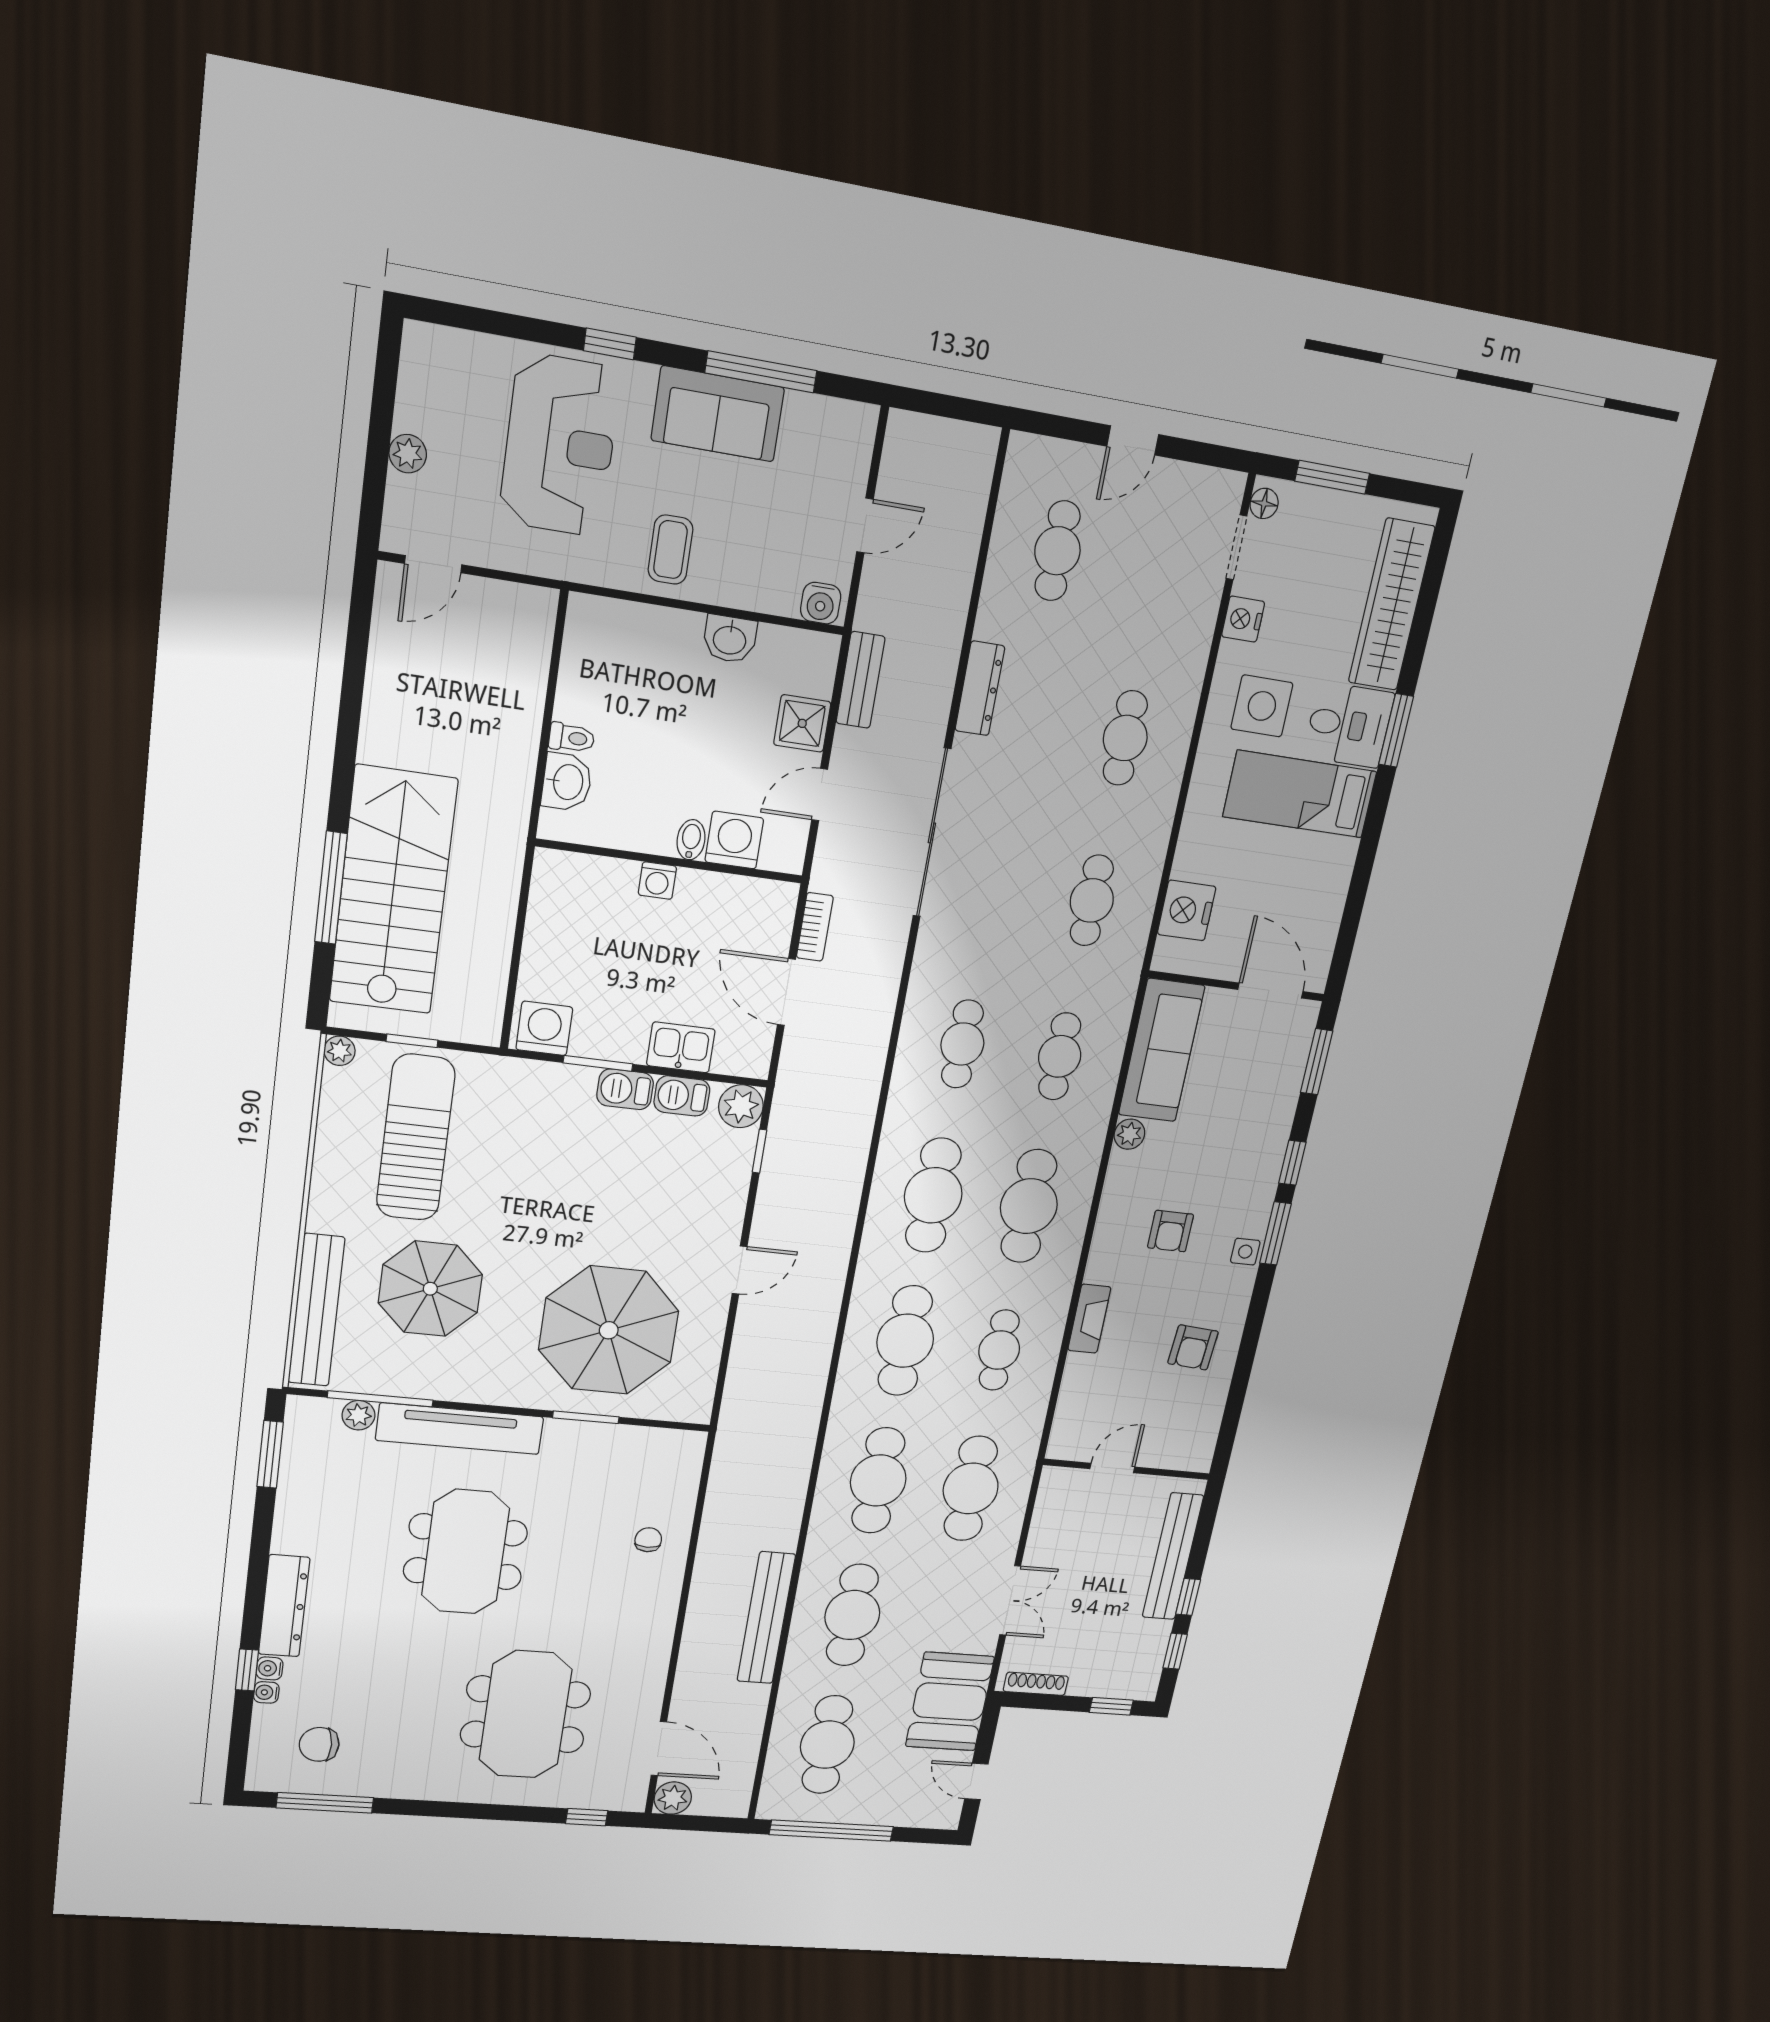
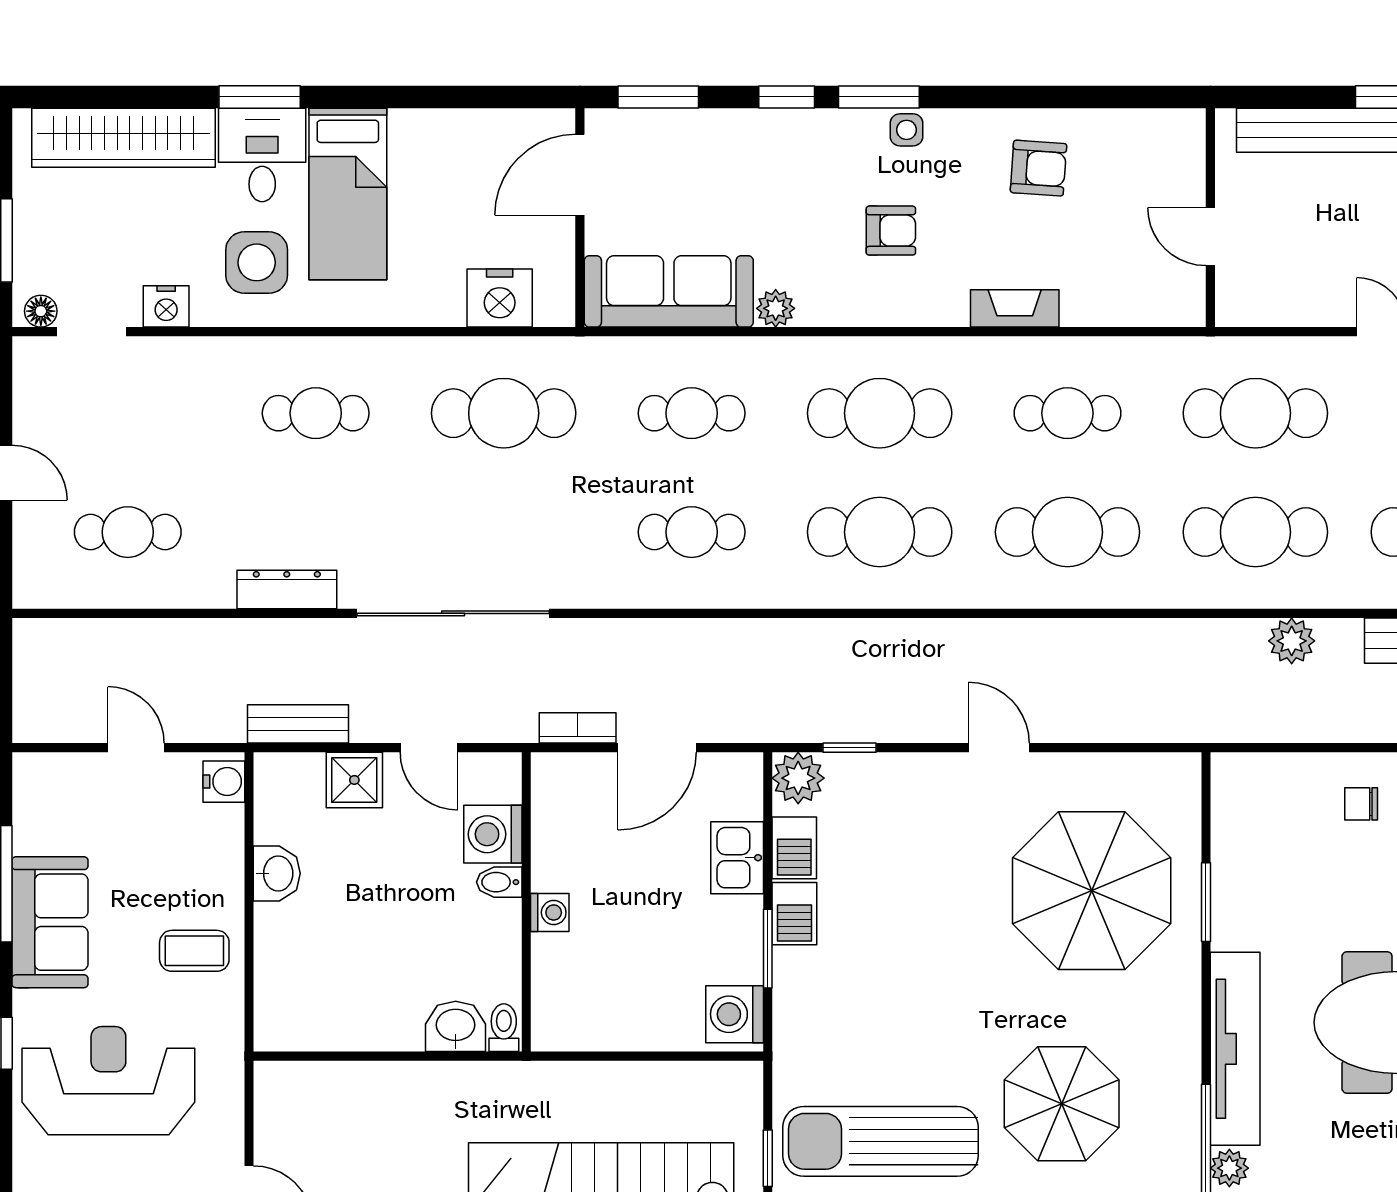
toilet: (572, 738) -> (504, 1028), moved
cafe table: (1092, 900) -> (504, 413), width x1.37, depth x1.35
plant: (787, 1500) -> (1292, 641), added

